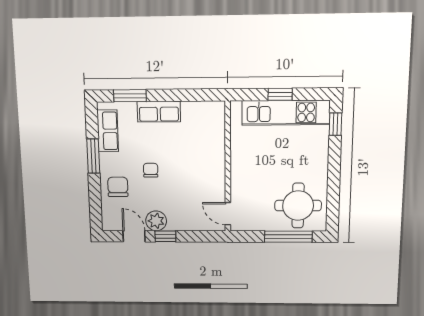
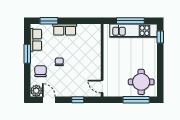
window: (280, 94) -> (130, 21), width x2.17
plant: (156, 221) -> (36, 91), moved
window: (165, 236) -> (78, 100), moved

